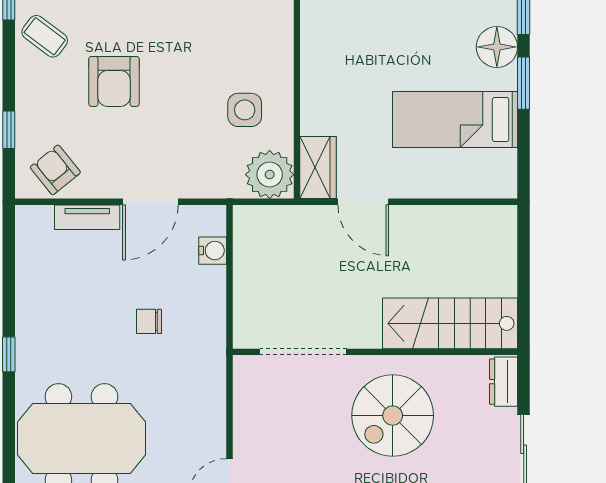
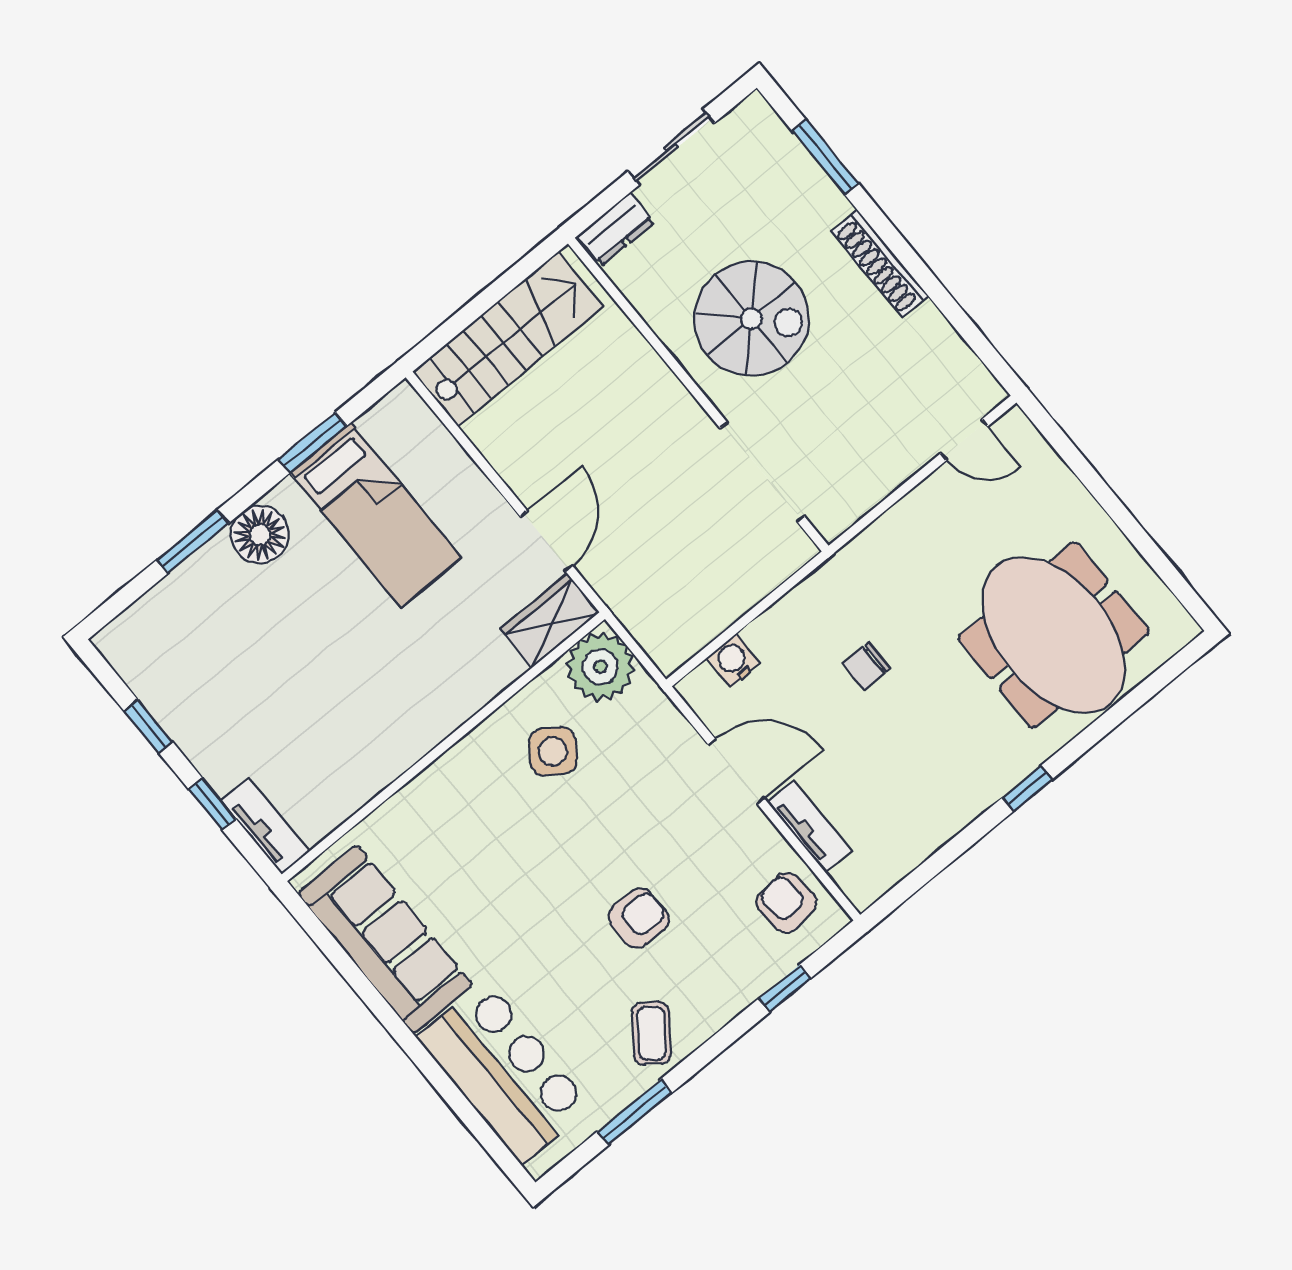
armchair: (114, 81) -> (638, 918), width x0.72, depth x0.72
window: (524, 83) -> (313, 443), moved
side table: (245, 110) -> (553, 751), turned 34
armchair: (55, 170) -> (786, 903), turned 123
chair: (149, 321) -> (867, 666), turned 90
stairs: (450, 323) -> (508, 339), moved, turned -90

